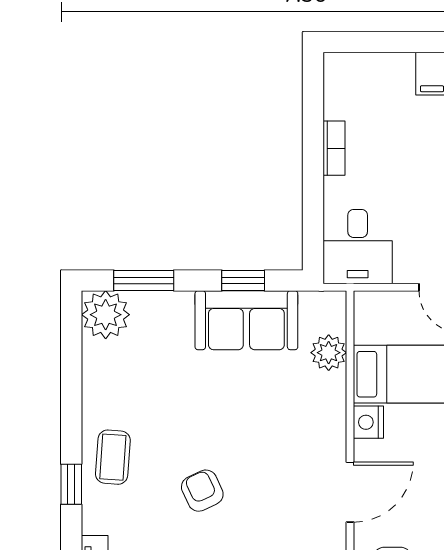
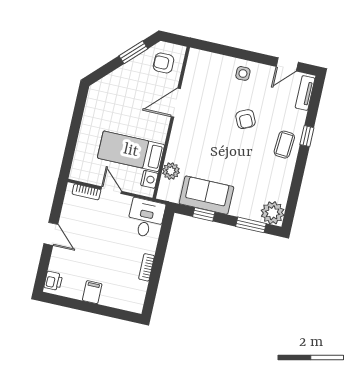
nightstand: (368, 422) -> (149, 179), moved

